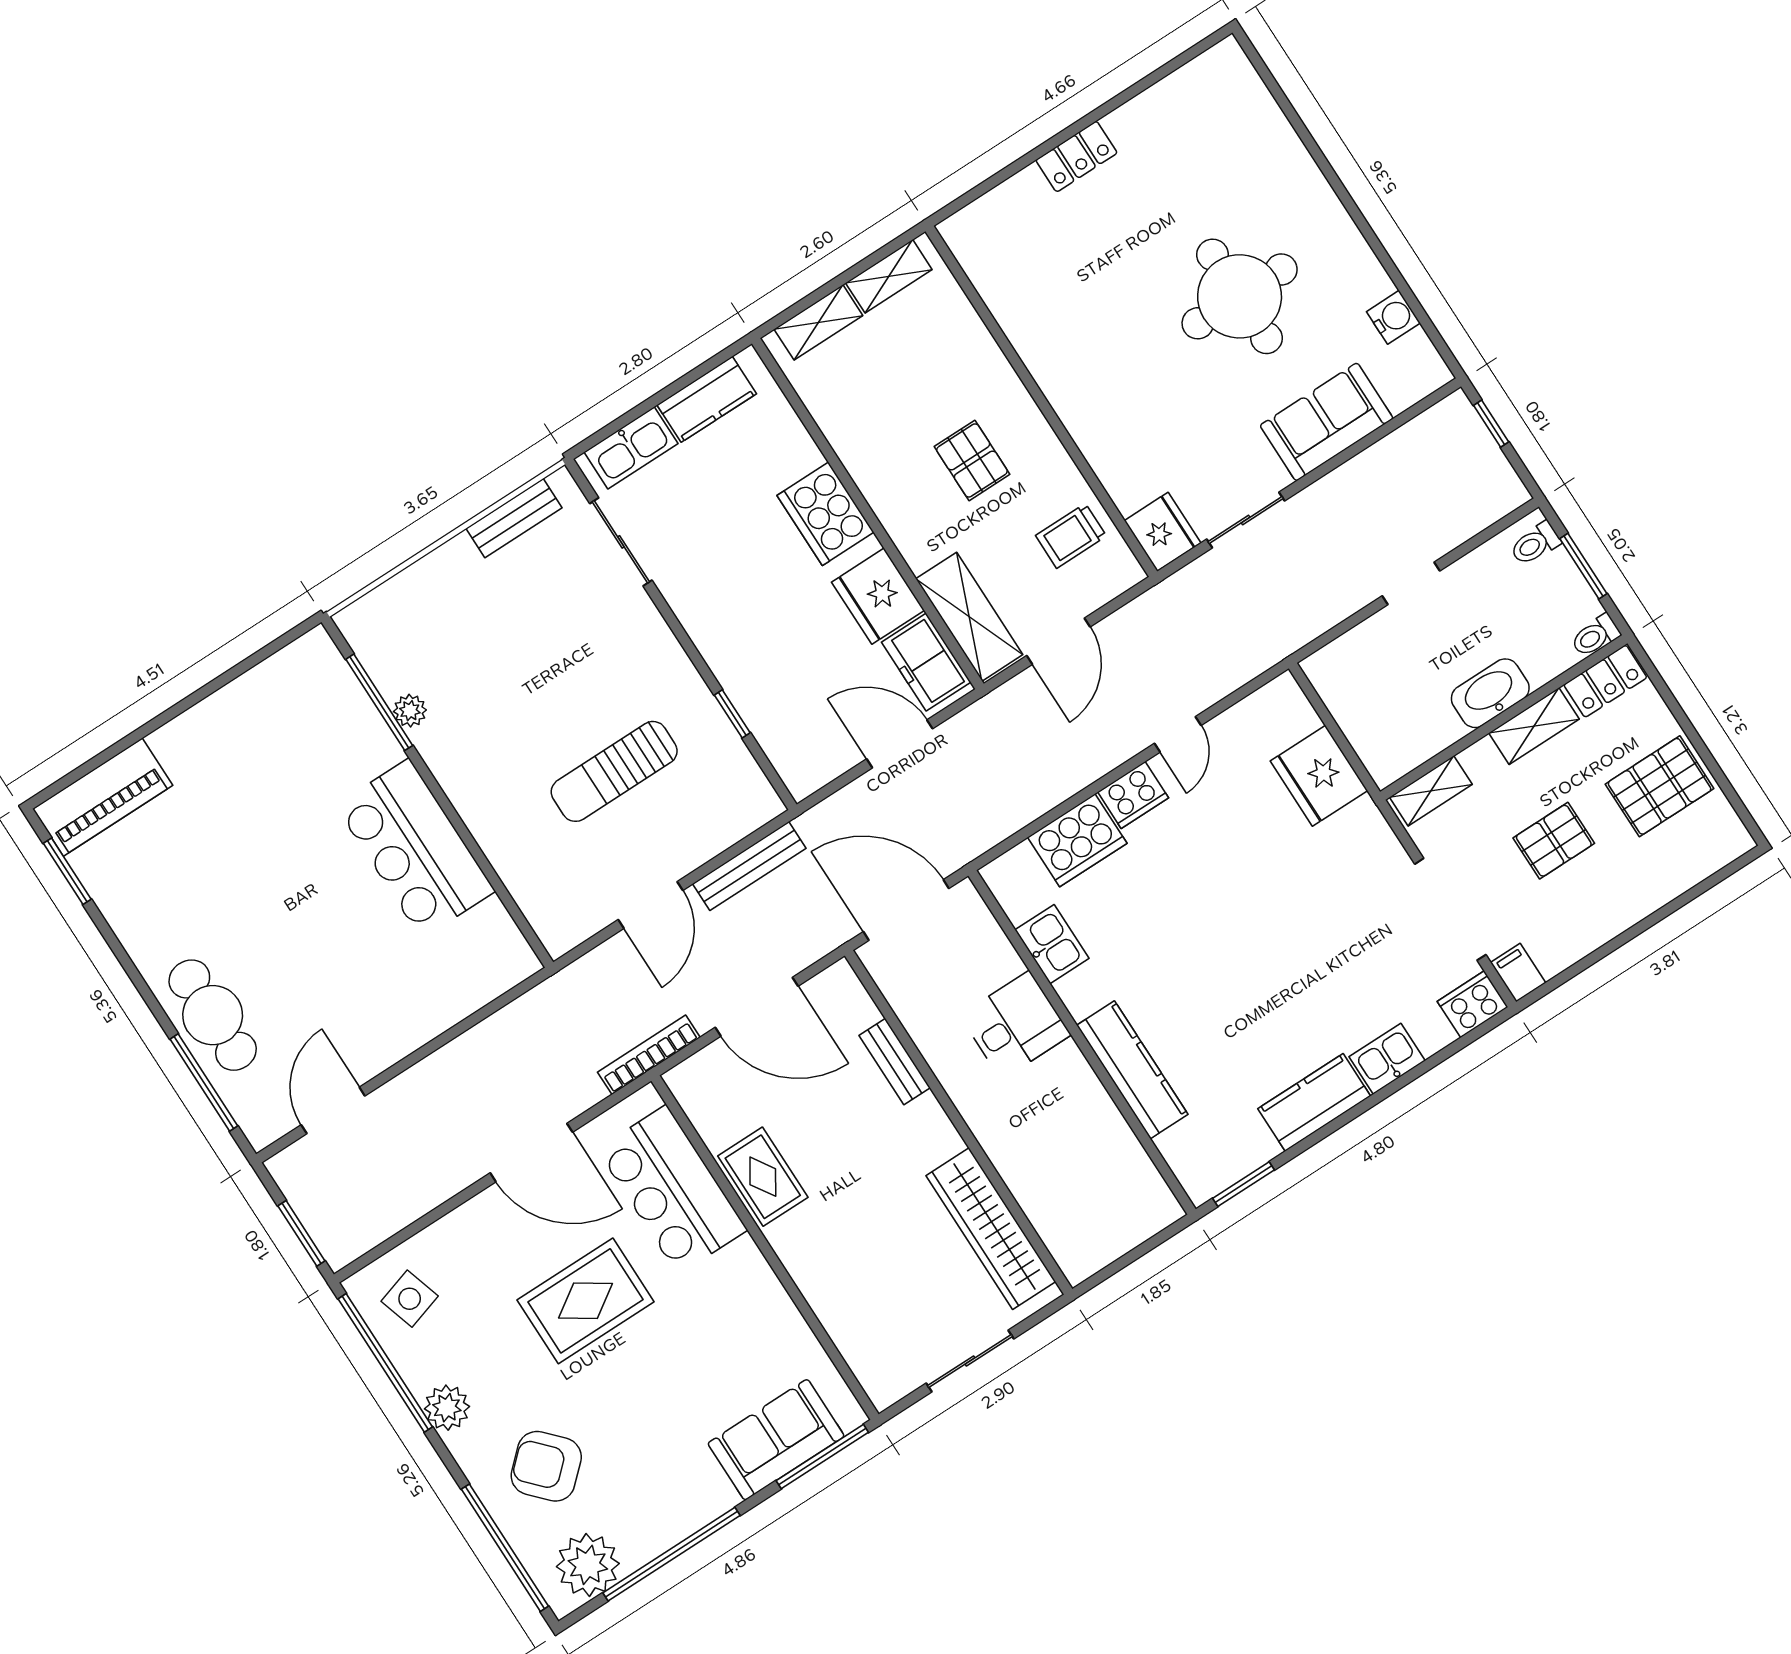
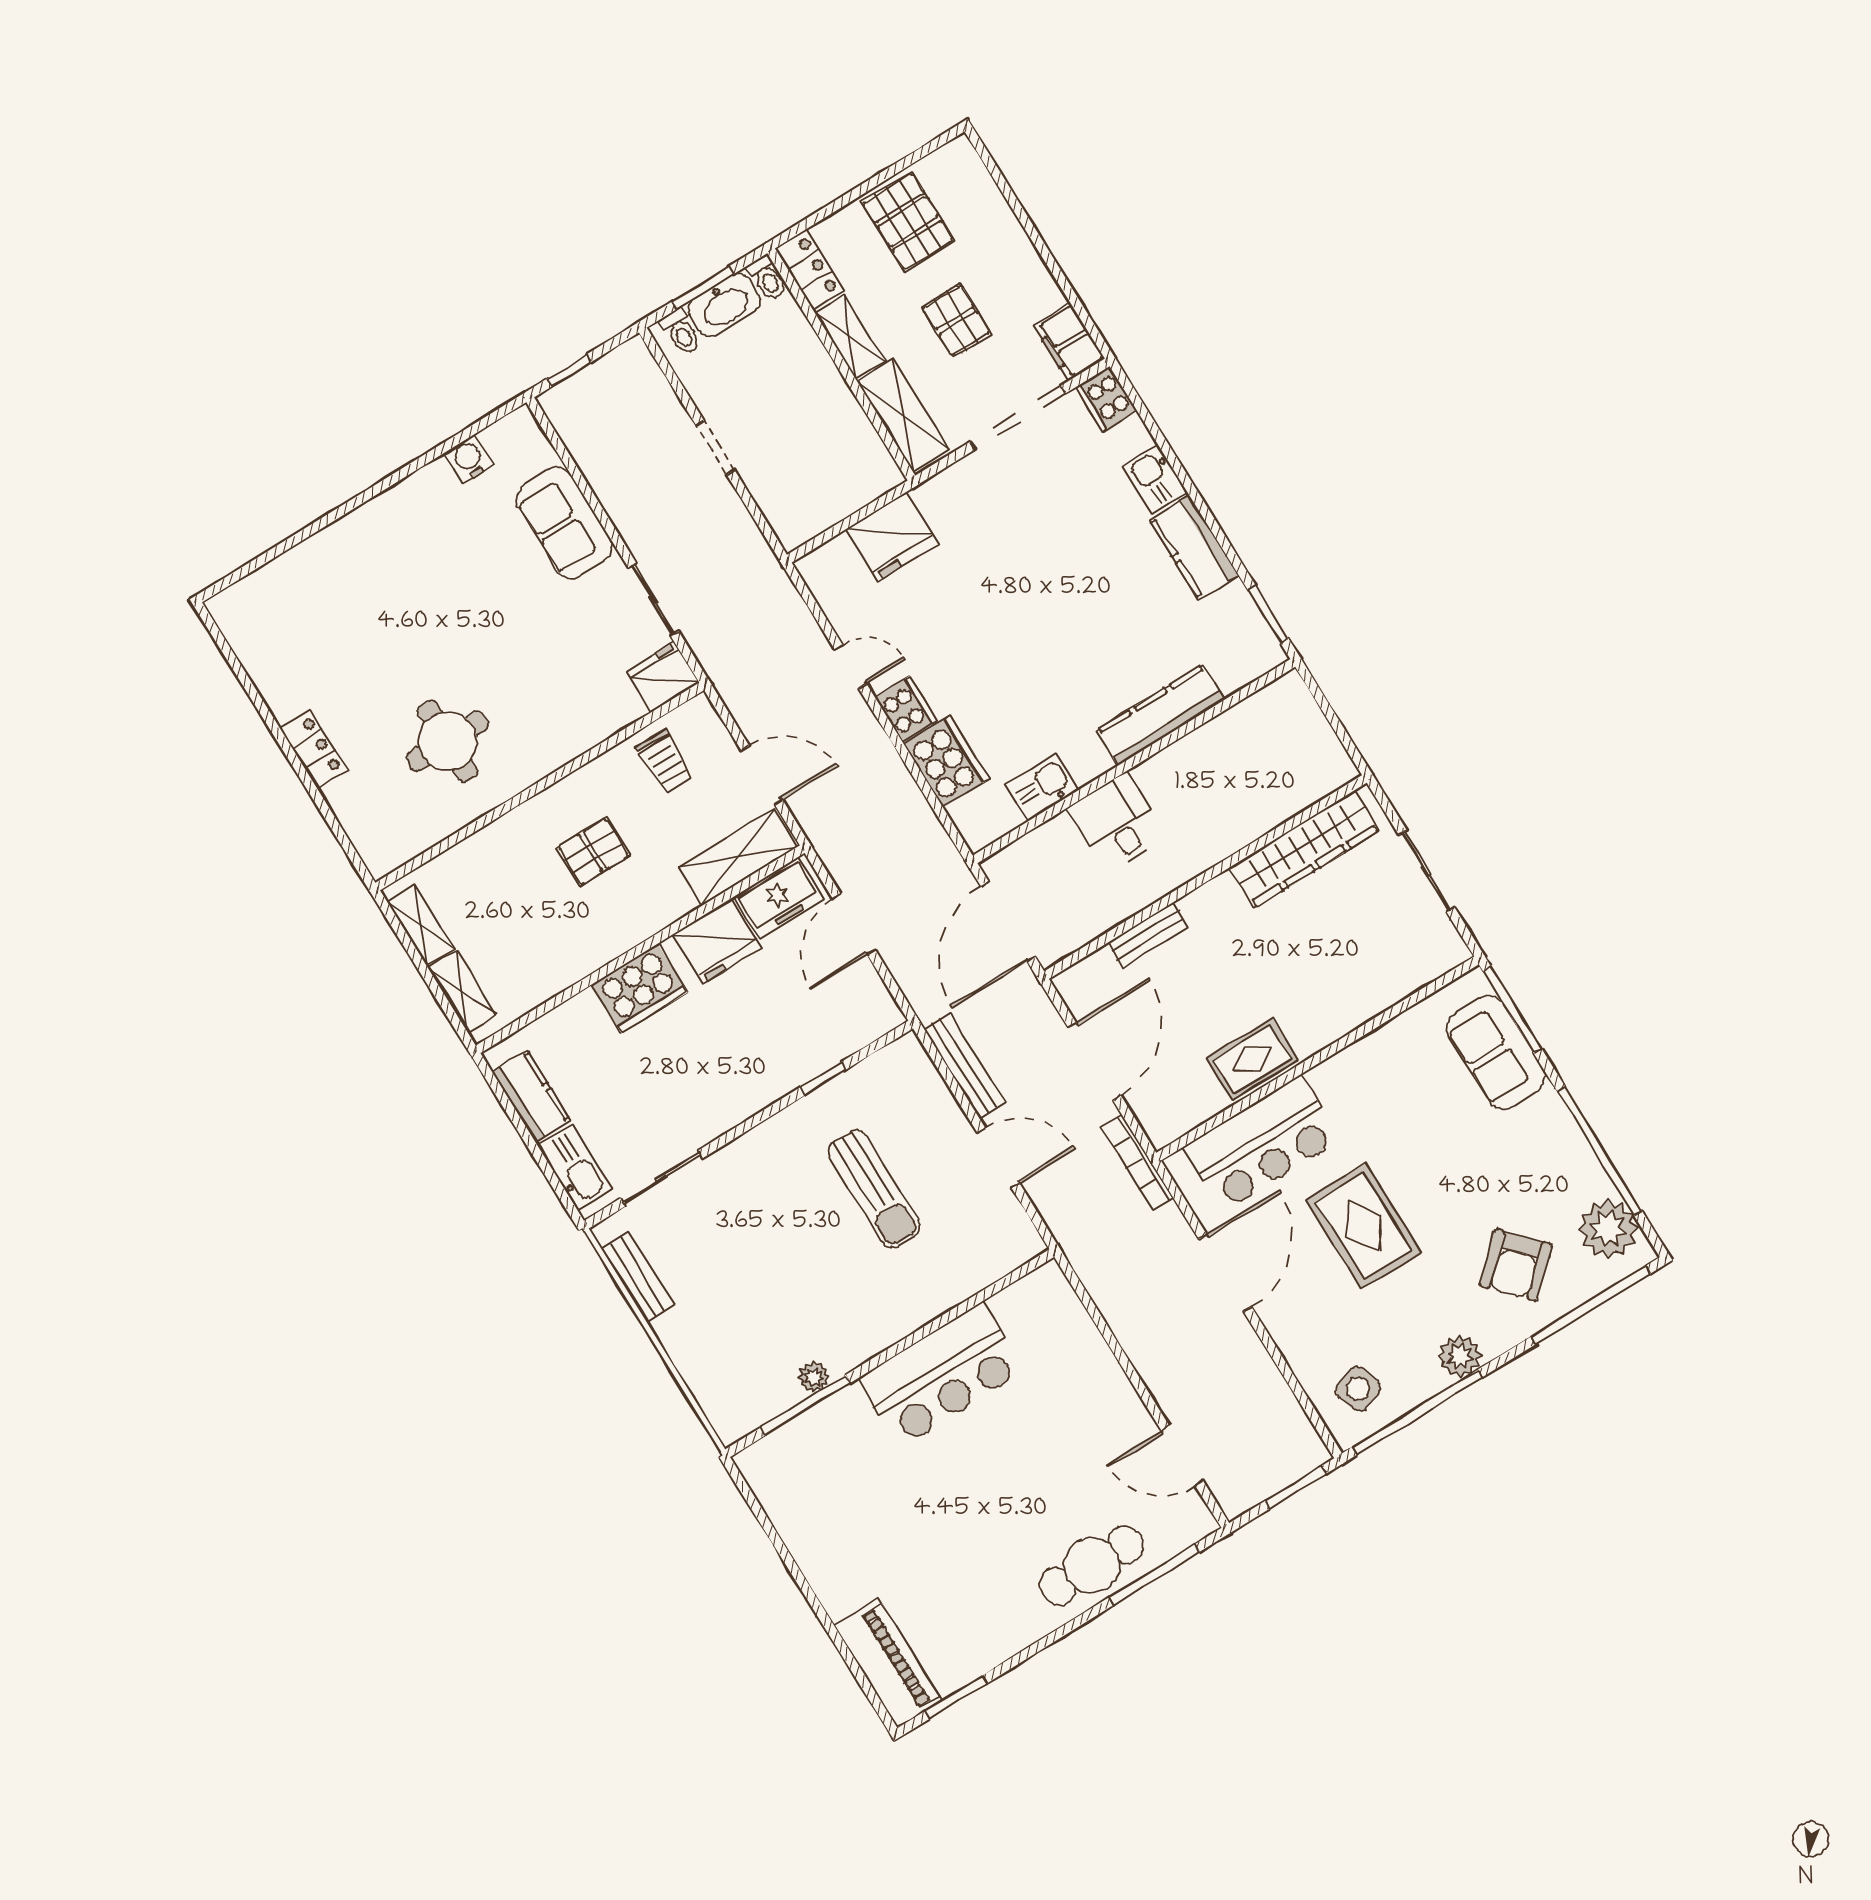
round table: (1240, 296) -> (447, 741), moved, width x0.73, depth x0.73
washbasin: (1490, 693) -> (724, 305), moved, turned -90
shelving: (1431, 791) -> (903, 415), width x1.50, depth x1.33
filing cabinet: (1518, 973) -> (1069, 342), width x2.00

